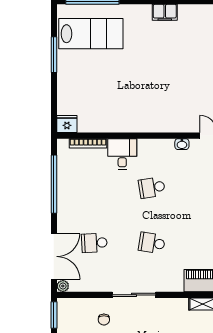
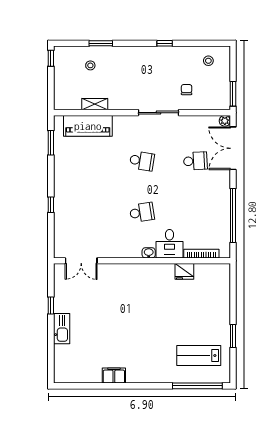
filing cabinet: (165, 12) -> (114, 375), moved
lab bench: (91, 34) -> (199, 356), width x0.73, depth x0.72
window: (54, 55) -> (233, 336), width x0.69
fridge: (67, 124) -> (184, 271), moved
washbasin: (182, 144) -> (149, 253), moved

